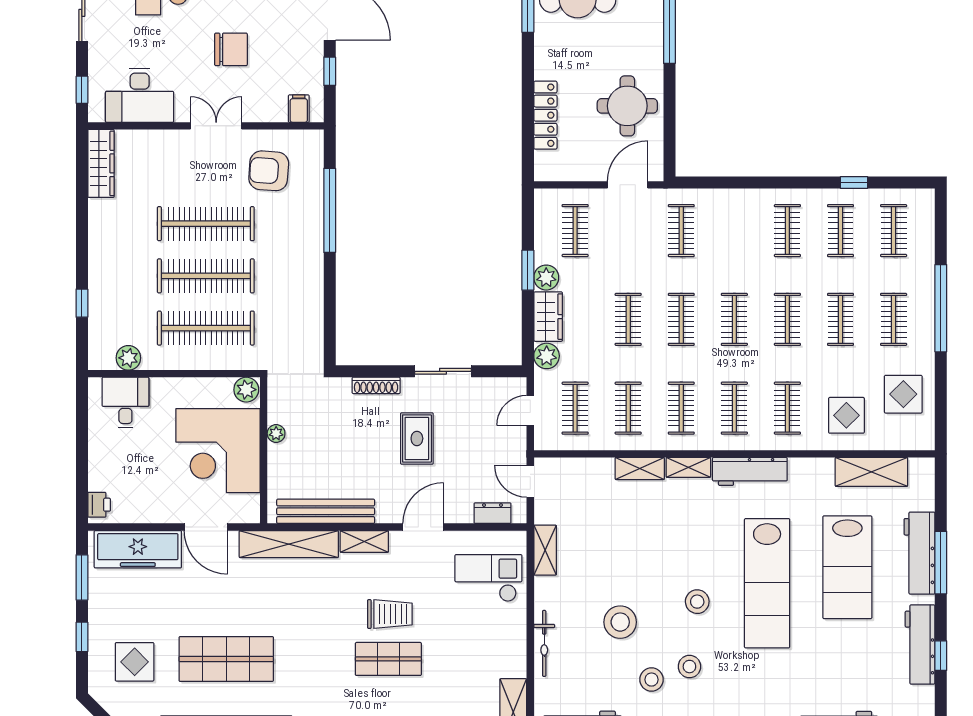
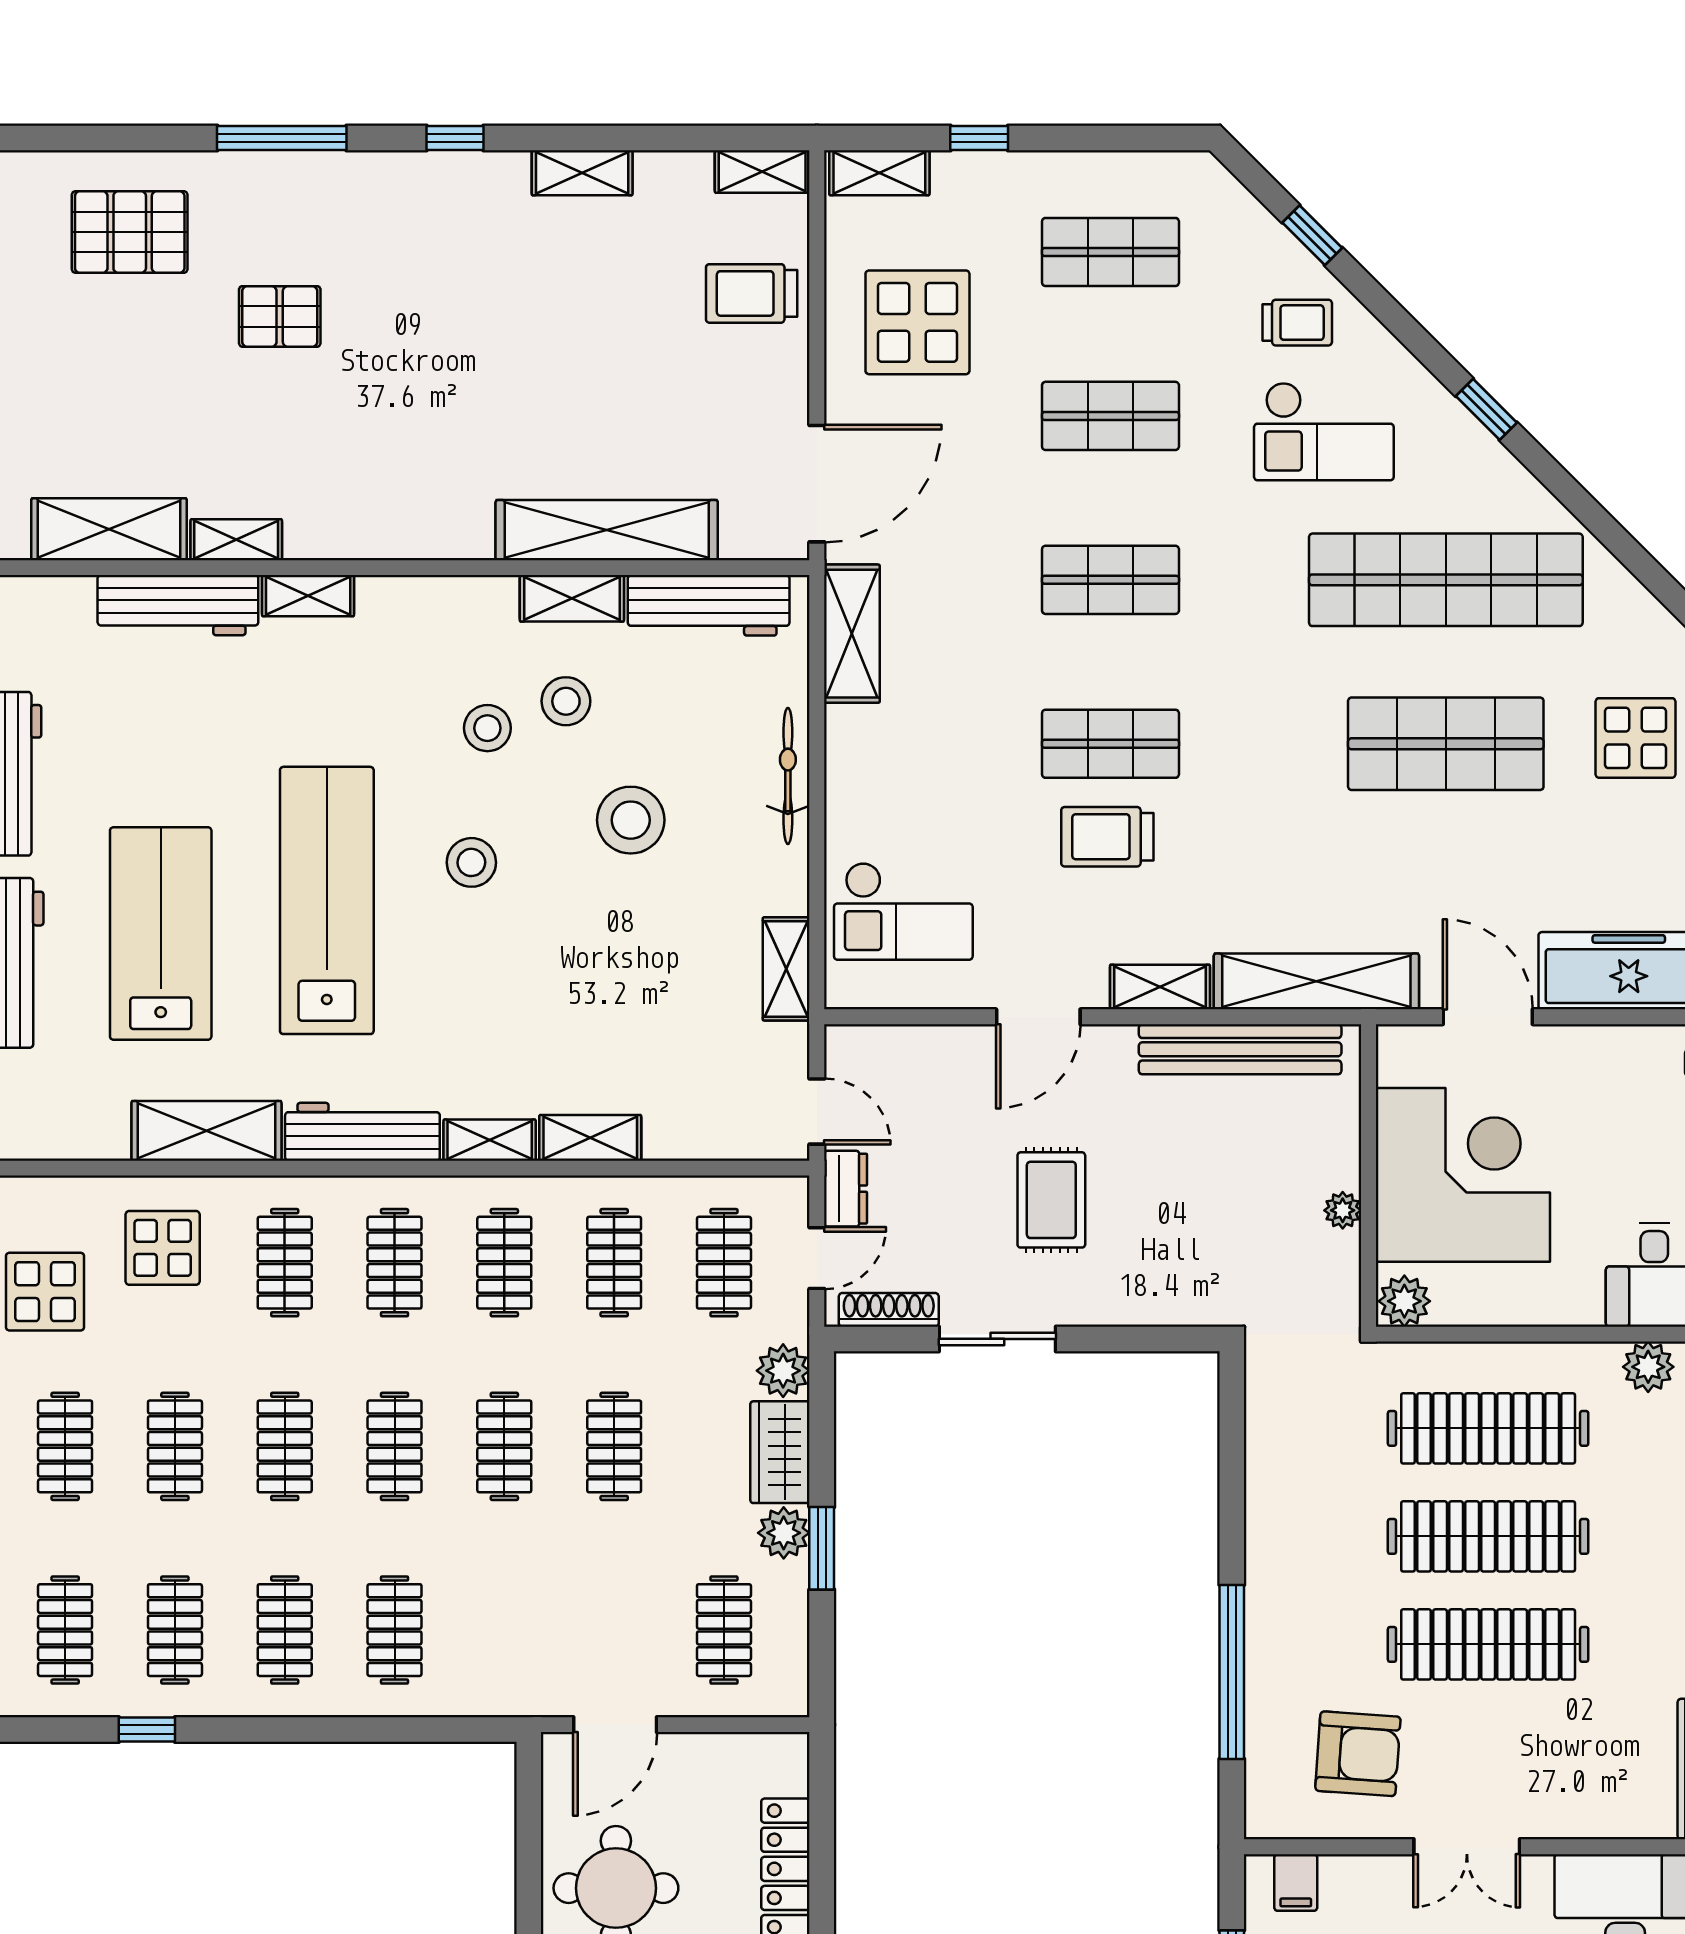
clothes rail: (681, 231) -> (395, 1630), moved
shoe rack: (376, 385) -> (889, 1310), moved
shelving: (871, 472) -> (206, 1131), moved
dresser: (492, 513) -> (846, 1189), moved, turned -90

